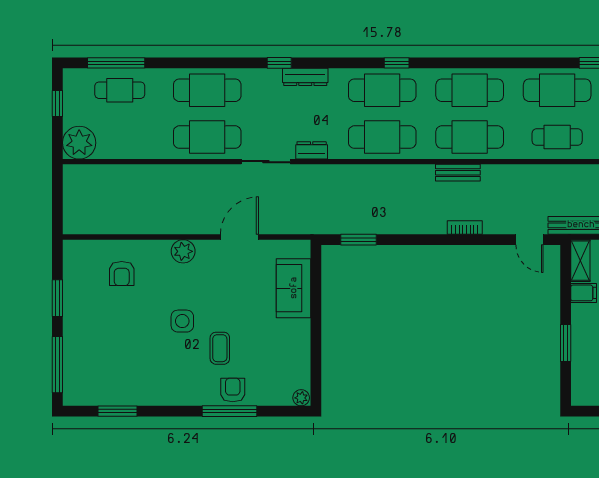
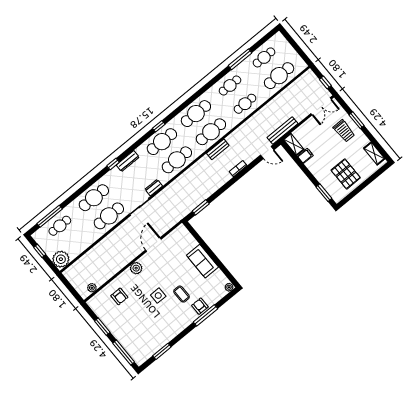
cafe table: (557, 90) -> (230, 85), width x0.73, depth x0.74
plant: (91, 226) -> (92, 288), added
sofa: (294, 288) -> (203, 261), moved
window: (566, 343) -> (324, 193), moved

